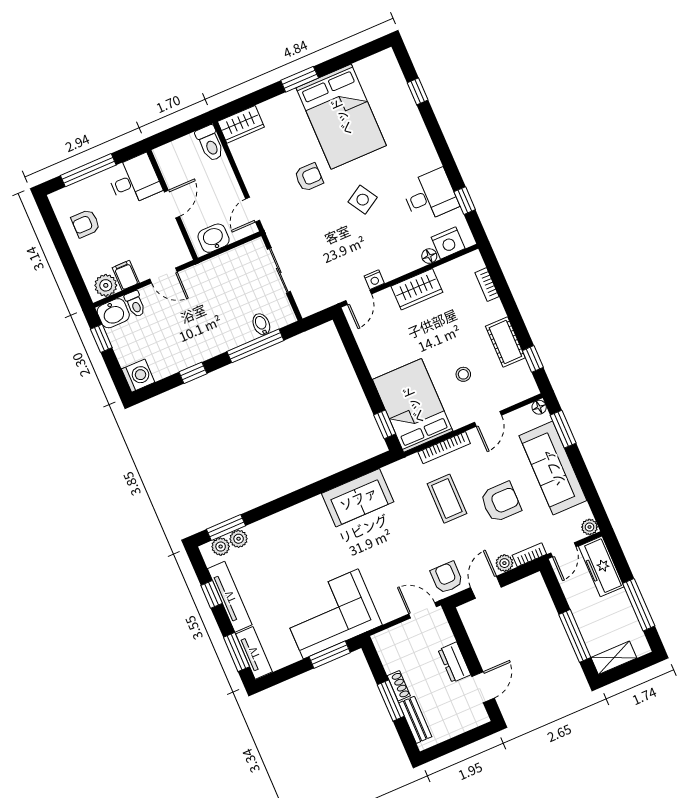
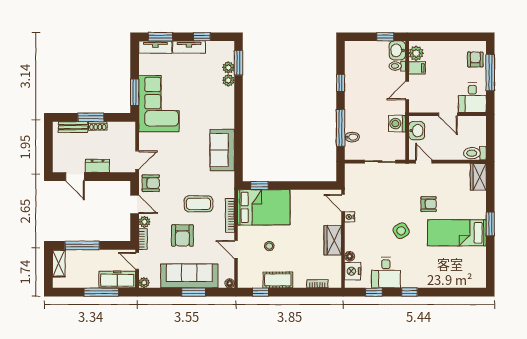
window: (418, 91) -> (409, 292), moved
bed: (341, 117) -> (457, 233), width x0.67
armchair: (309, 177) -> (429, 204), turned -90
armchair: (86, 223) -> (475, 59), moved
washing machine: (138, 376) -> (397, 124), moved, turned 90
window: (563, 429) -> (194, 292), moved
plant: (221, 547) -> (228, 80), moved
tv unit: (230, 597) -> (189, 47), width x0.71
window: (639, 605) -> (101, 292), moved

